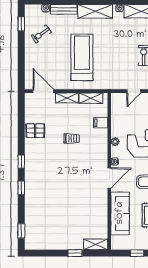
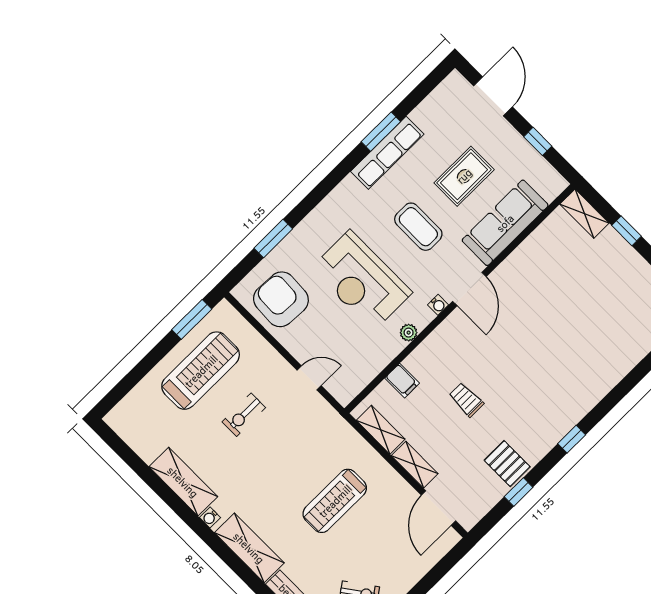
treadmill: (82, 57) -> (335, 501), width x0.73, depth x0.73
door: (109, 178) -> (469, 289), swing flipped
window: (21, 188) -> (519, 492), moved

